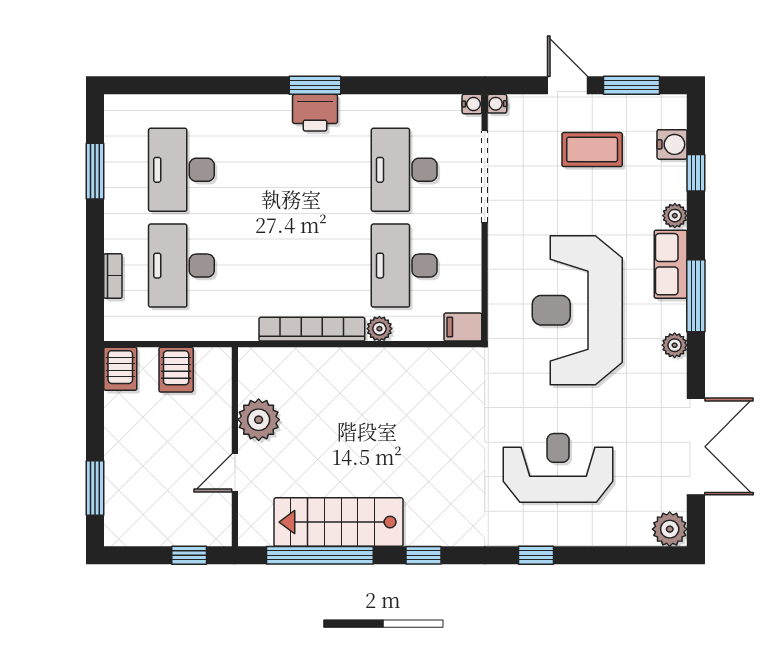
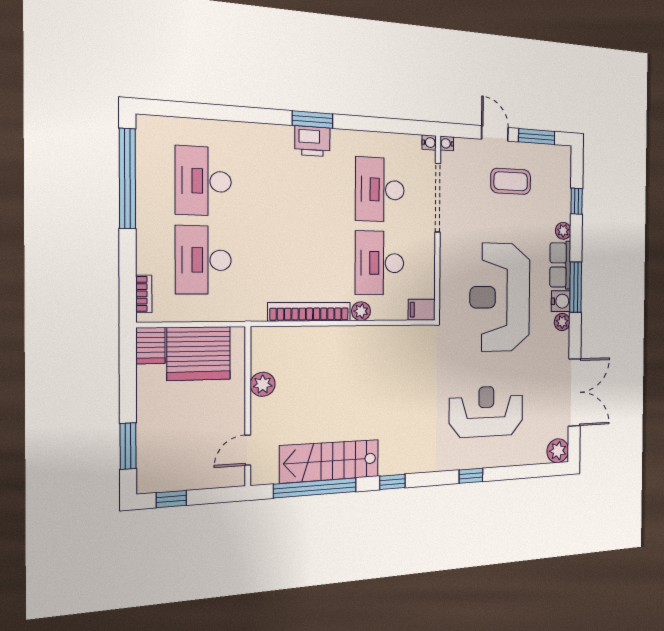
water cooler: (672, 144) -> (561, 301), moved
window: (95, 171) -> (127, 179), width x2.11
bookcase: (113, 276) -> (144, 294), moved
server rack: (176, 370) -> (199, 353), width x2.18, depth x1.44
plant: (259, 420) -> (263, 384), width x0.73, depth x0.73
door: (235, 473) -> (248, 450), moved
window: (189, 555) -> (171, 499), moved

